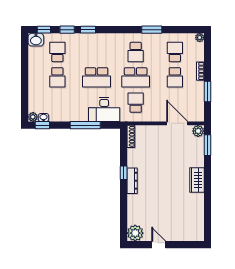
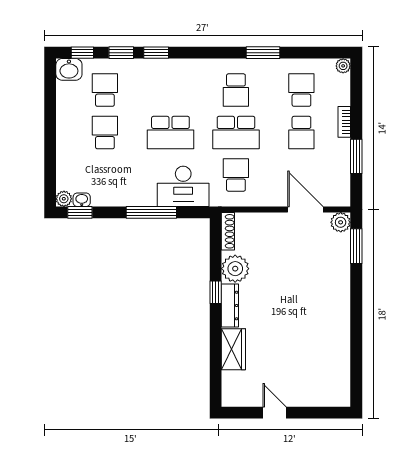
school desk: (57, 77) -> (105, 133), turned 180
wardrobe: (197, 180) -> (233, 349), moved, turned 180
plant: (135, 233) -> (235, 269), moved

